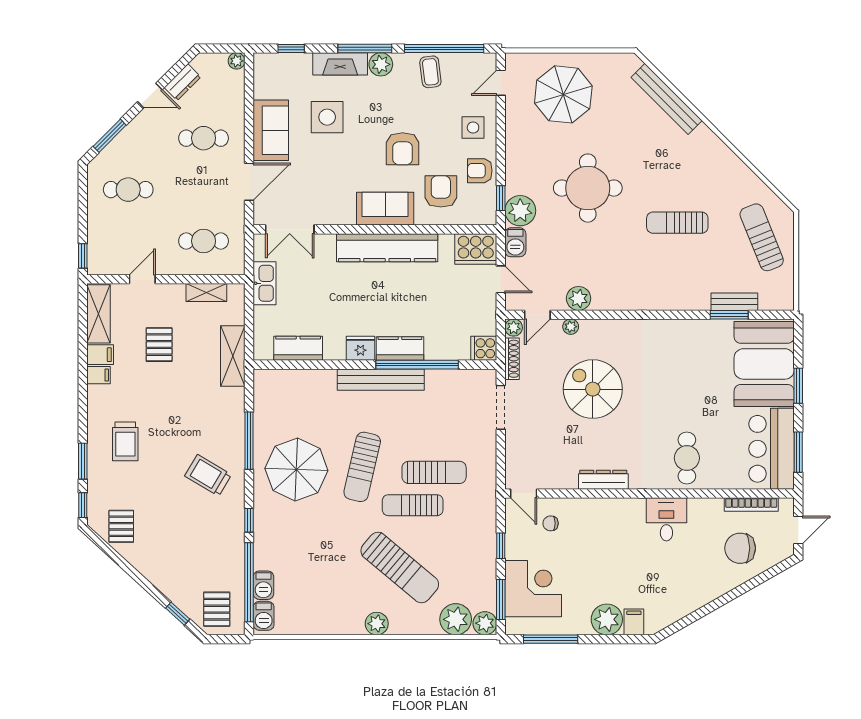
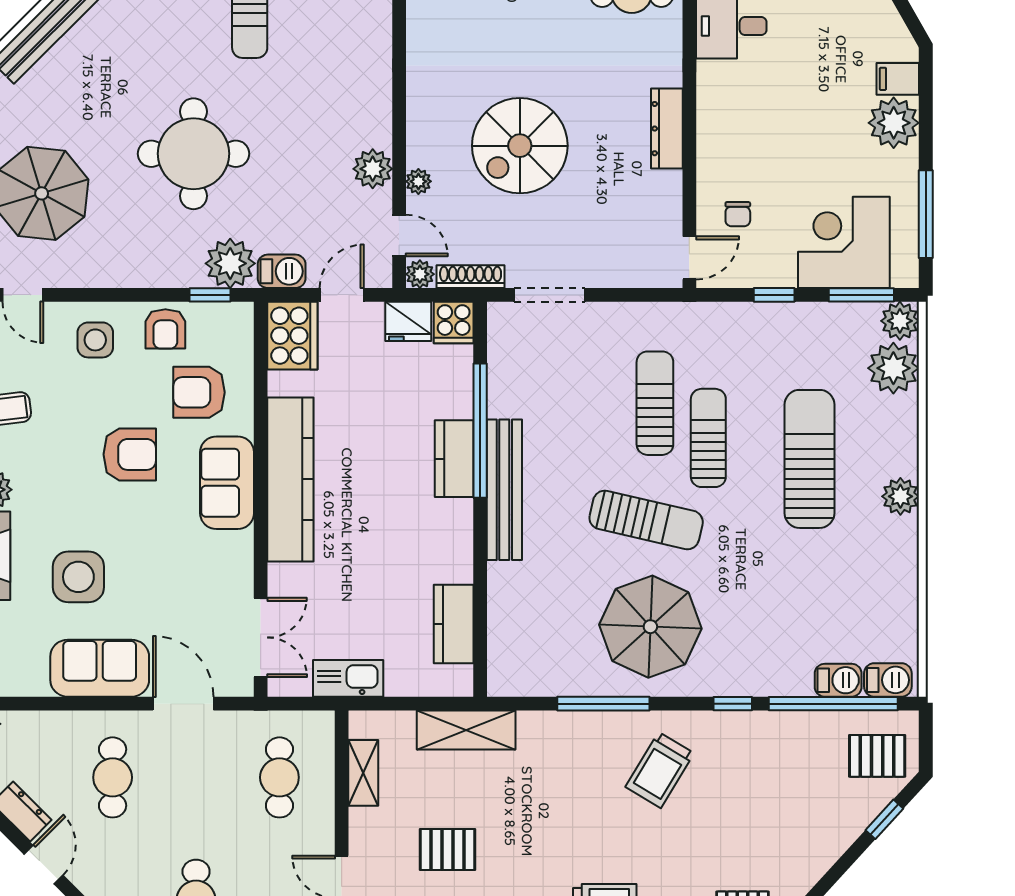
fridge: (361, 348) -> (408, 321), moved, turned -90
sun lounger: (413, 505) -> (708, 438), turned 180
sun lounger: (400, 568) -> (809, 459), turned -40

